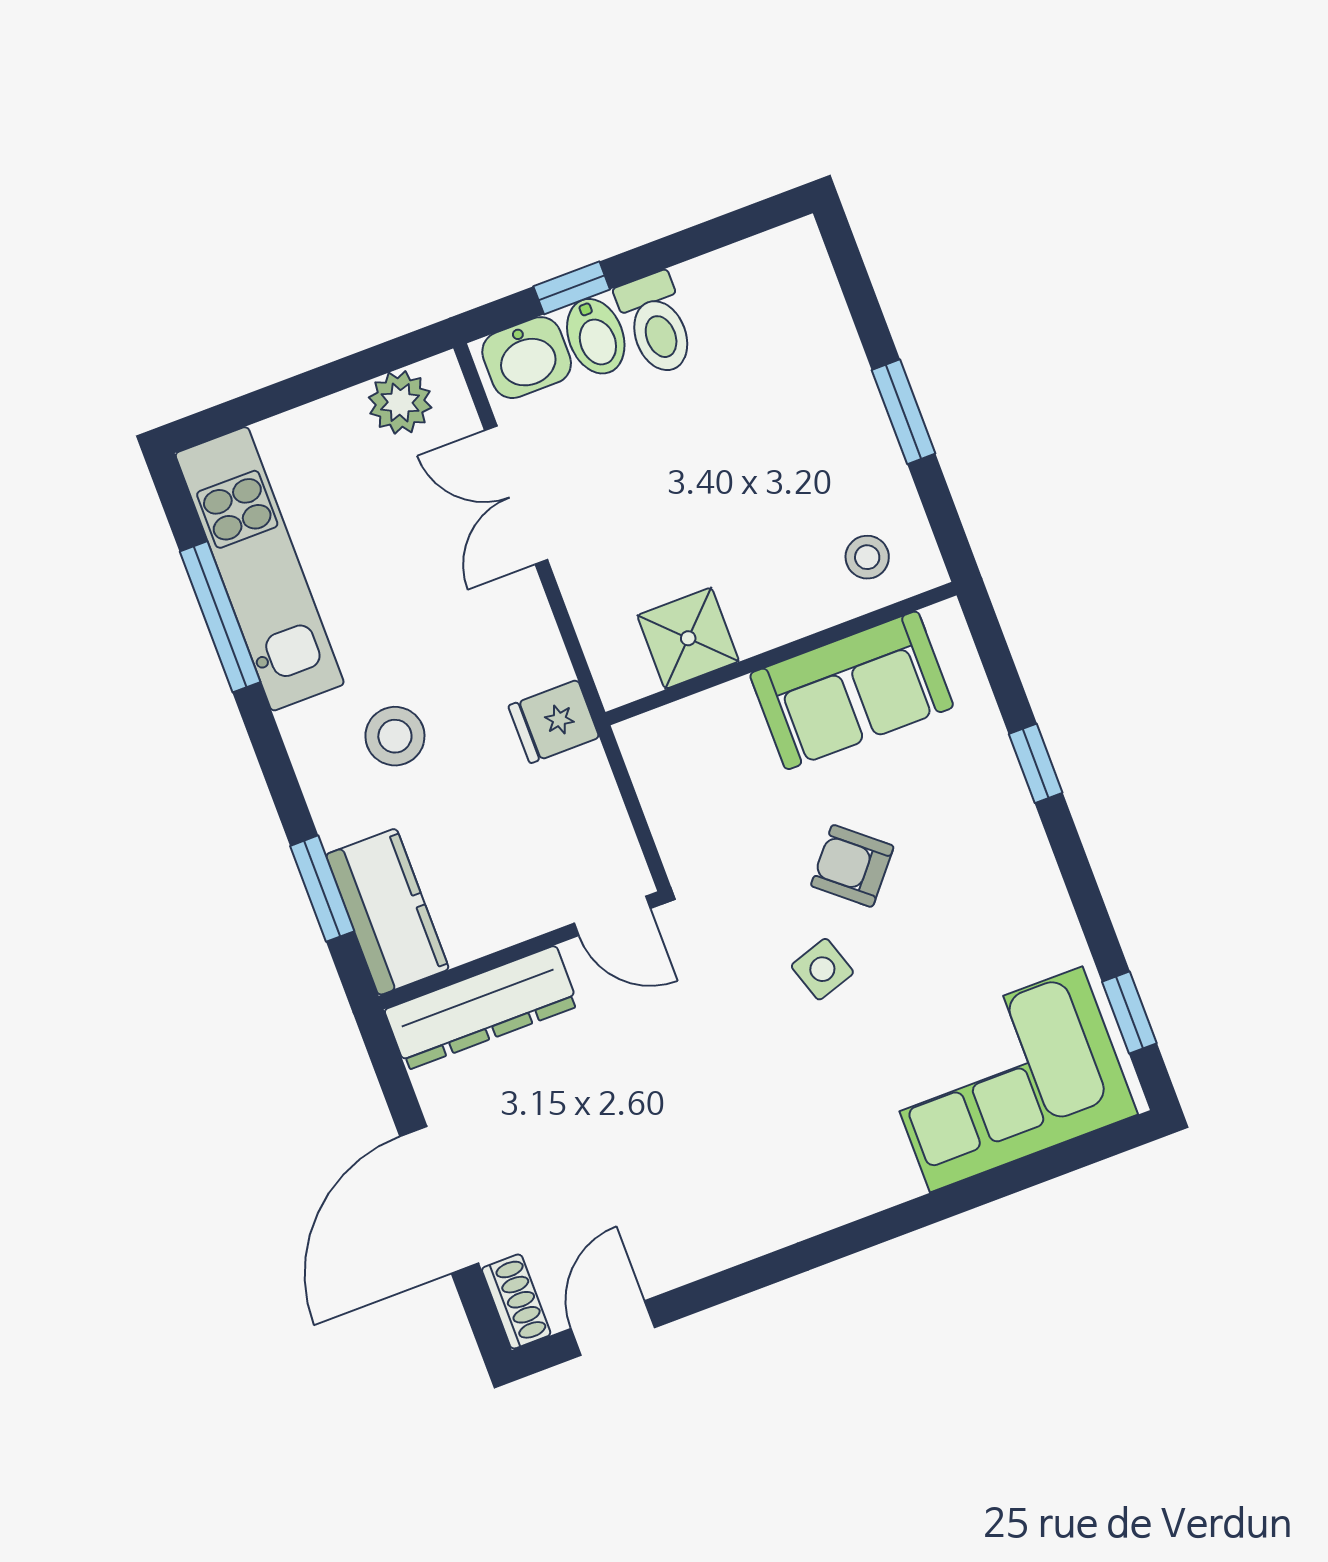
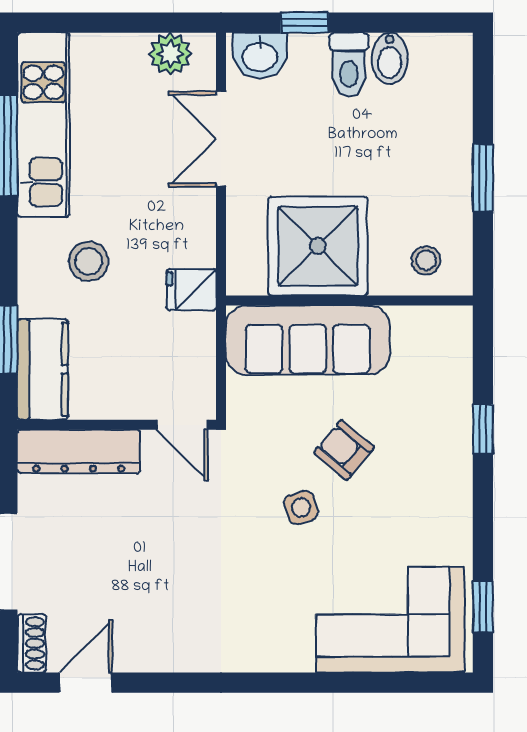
bidet: (596, 336) -> (390, 58), moved
shower: (688, 638) -> (318, 246), width x1.86, depth x1.86
sofa: (852, 690) -> (308, 340), moved, width x1.36

